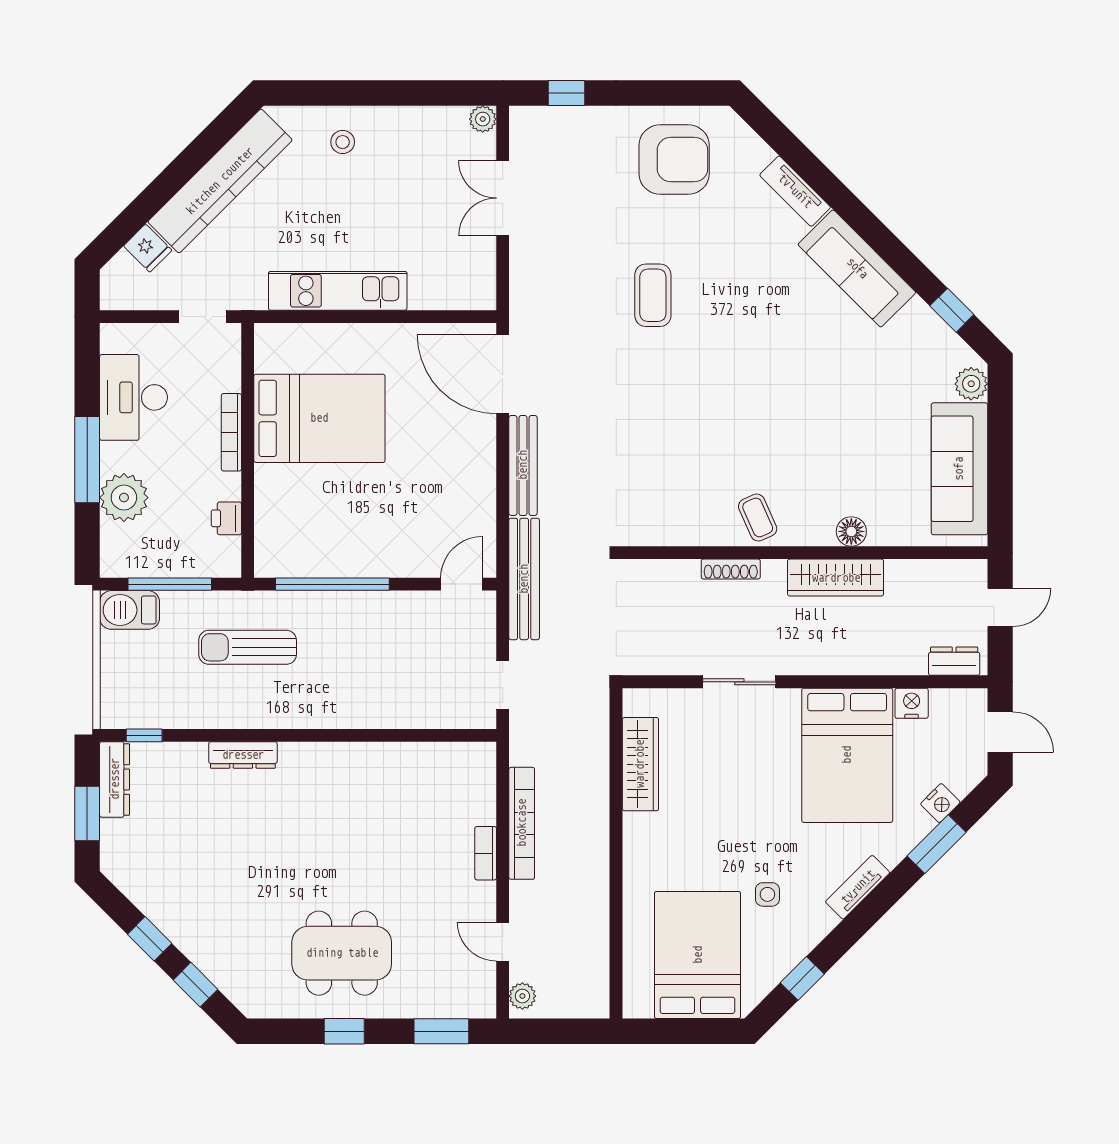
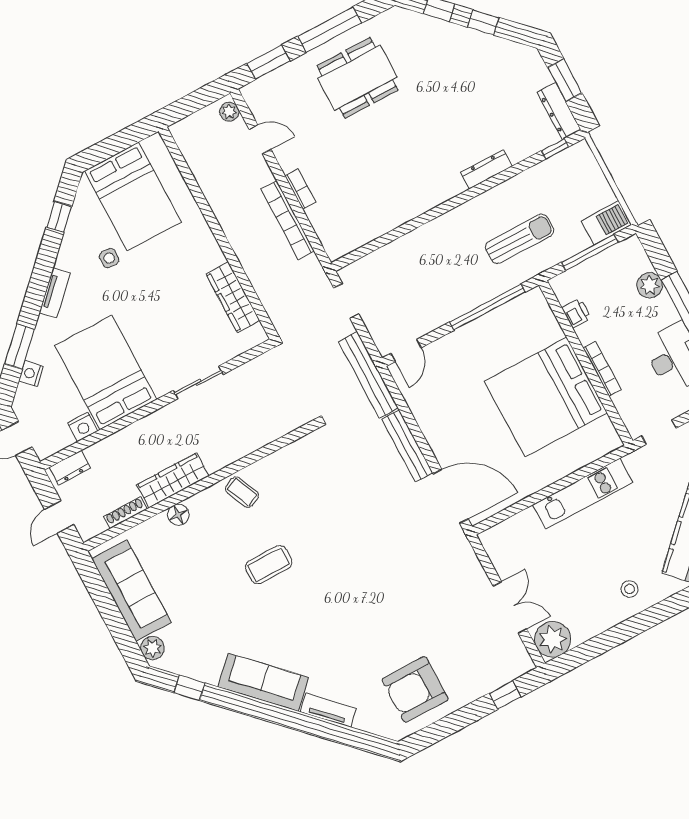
plant: (483, 119) -> (553, 639), width x1.88, depth x1.88
coffee table: (653, 295) -> (269, 565), moved, turned 90
bed: (319, 418) -> (546, 397), width x1.36
plant: (124, 498) -> (650, 285), width x0.73, depth x0.73
shoe rack: (731, 569) -> (125, 513), moved
window: (344, 1031) -> (330, 30), width x2.17

